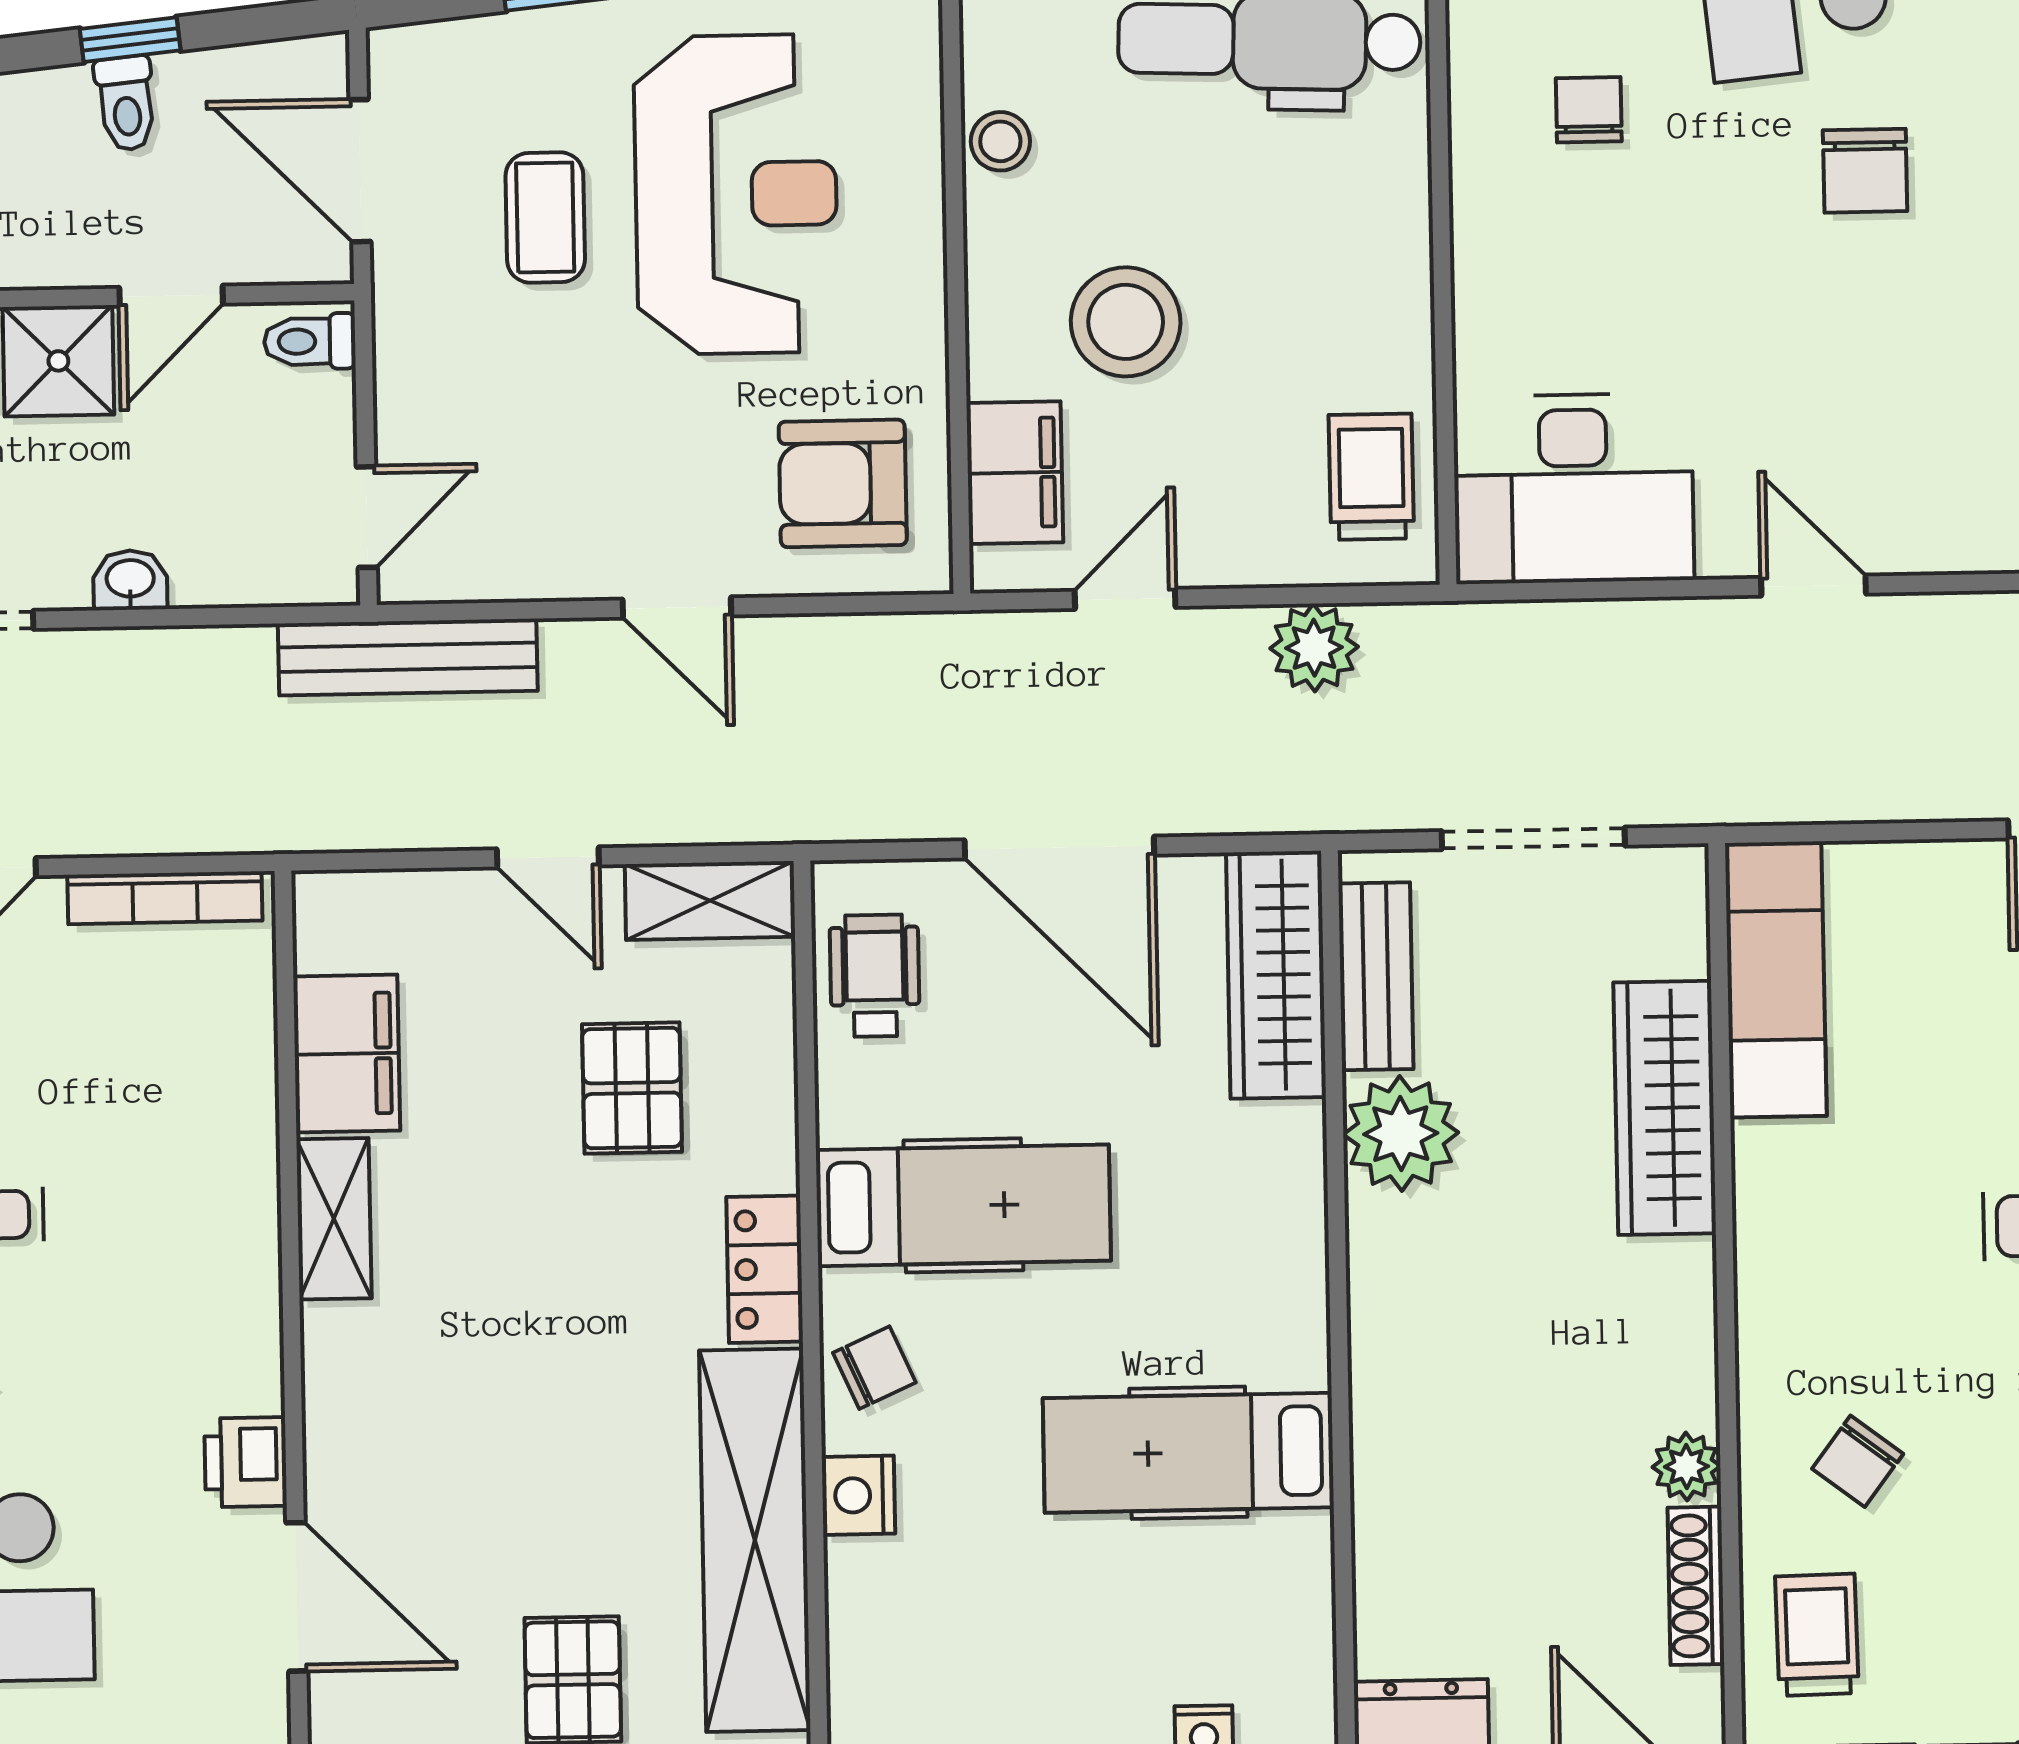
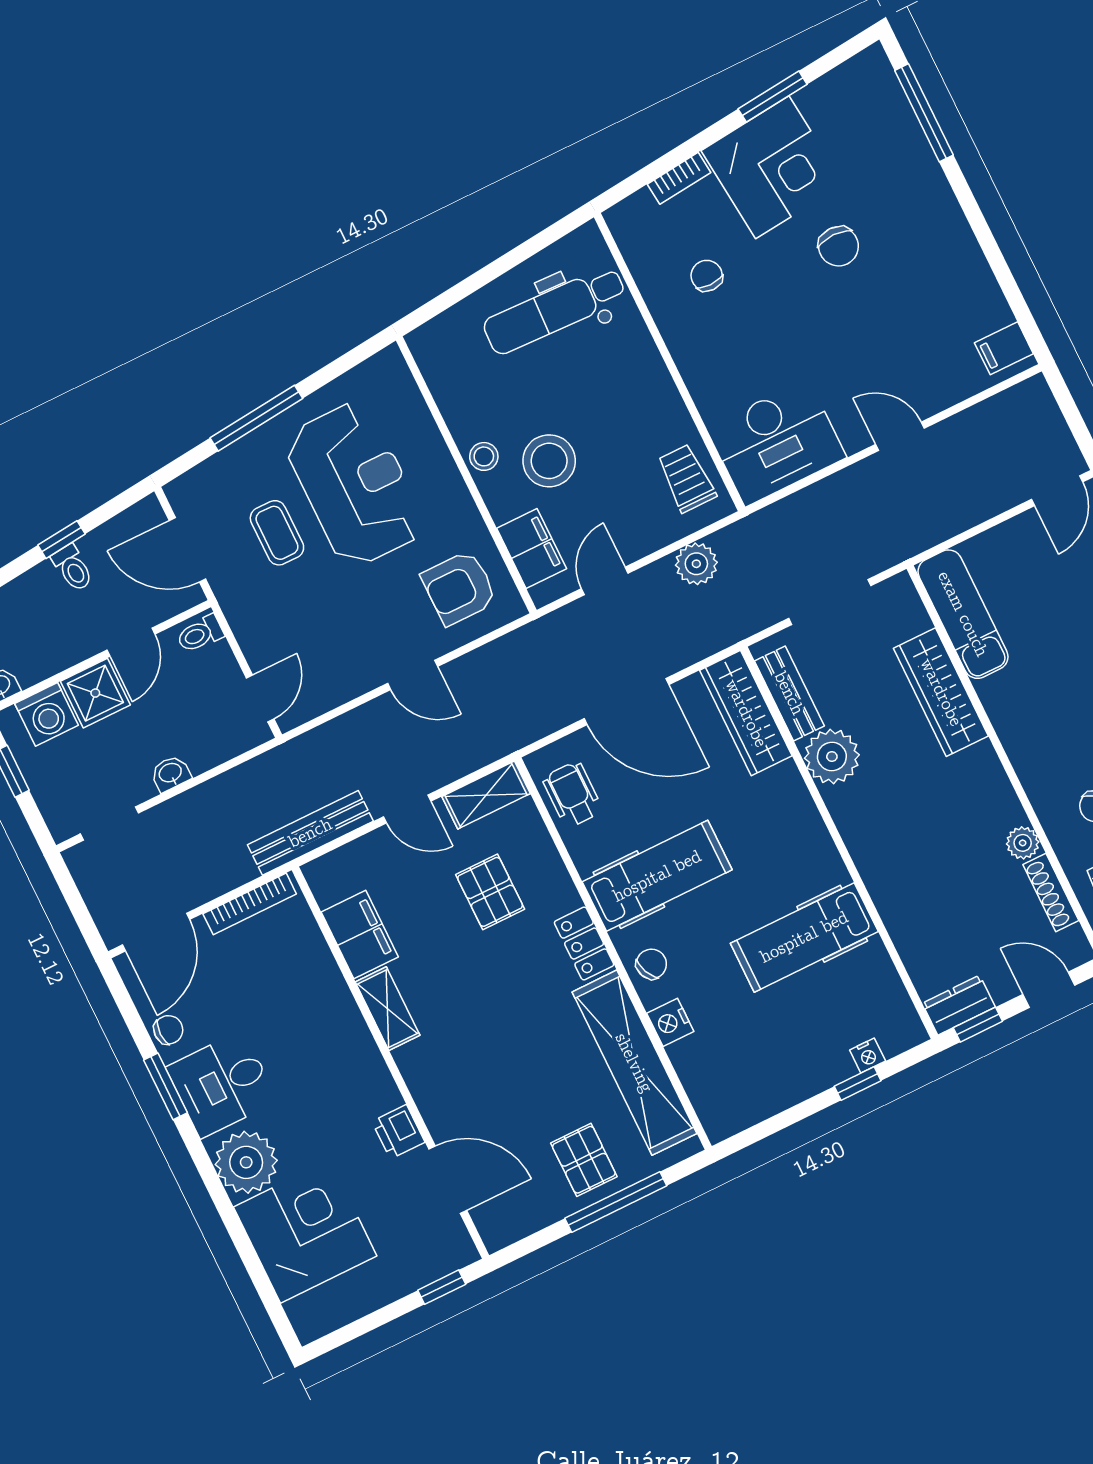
stool: (1000, 141) -> (484, 456), moved
bench: (408, 657) -> (310, 833), moved

